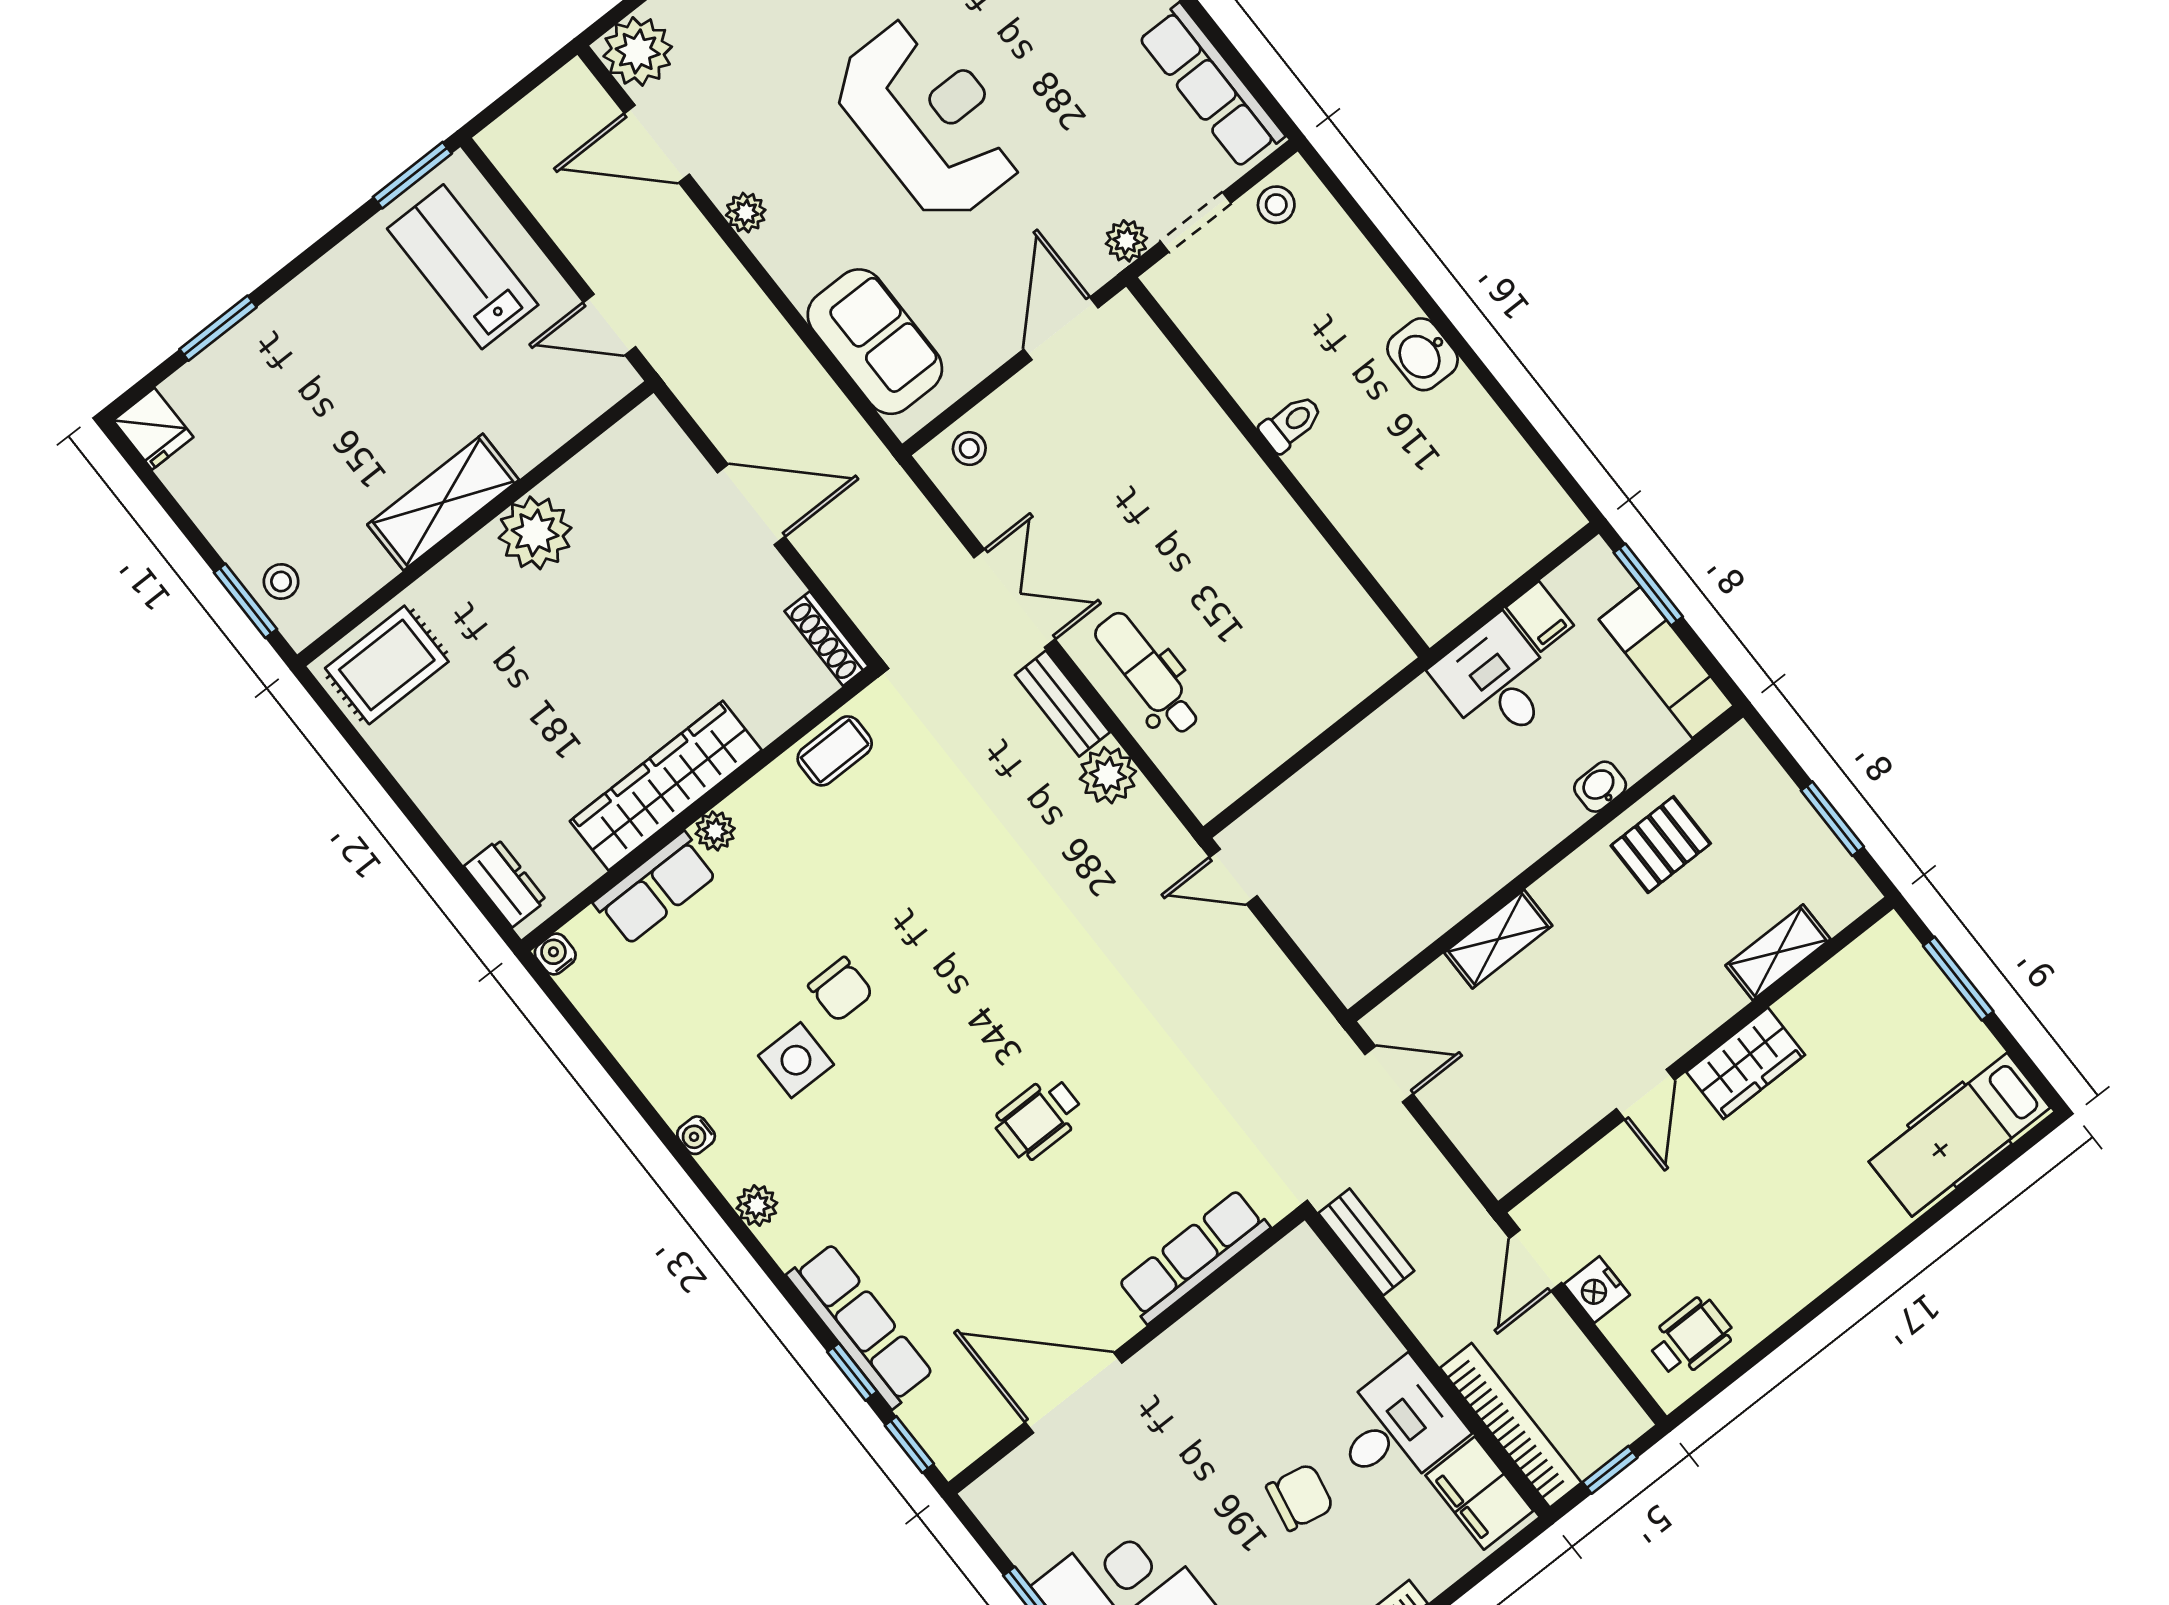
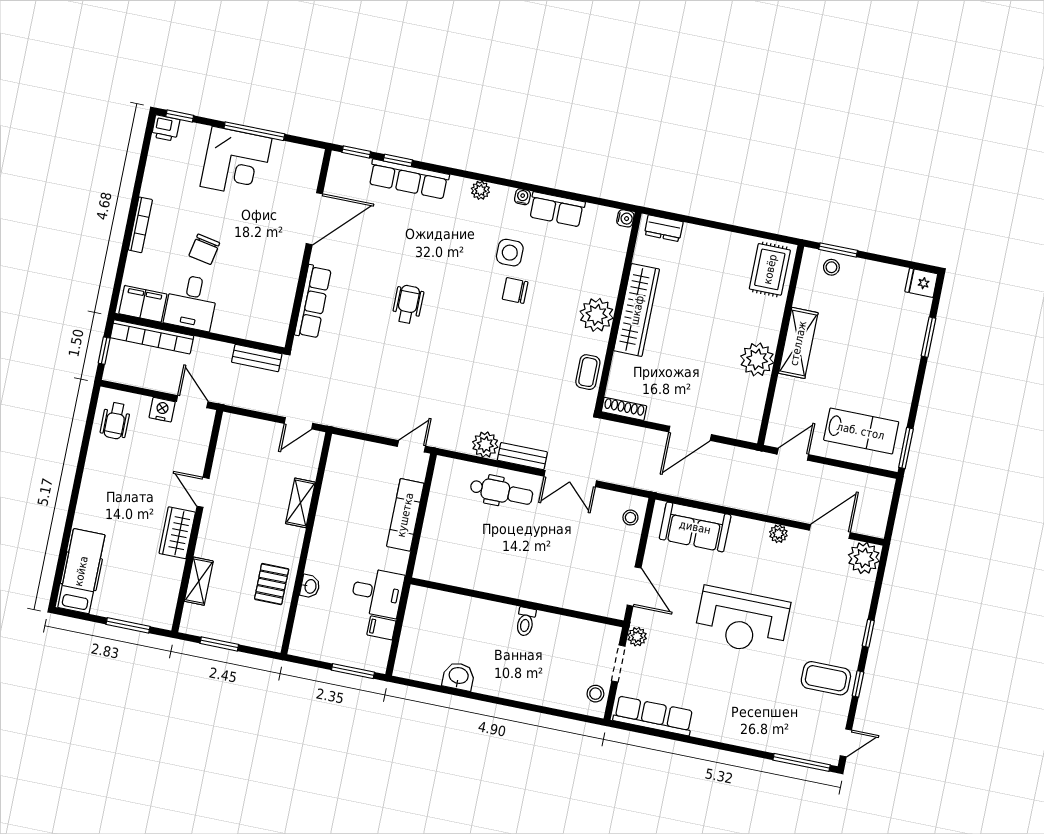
washbasin: (1423, 354) -> (458, 676), moved
exam couch: (1666, 662) -> (405, 515), moved, turned -90
plant: (715, 831) -> (597, 315), width x1.87, depth x1.87
row of seats: (656, 888) -> (557, 209), moved, turned -90

